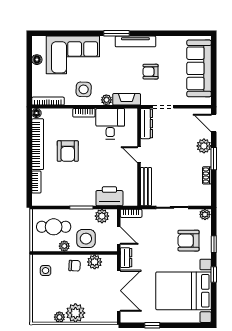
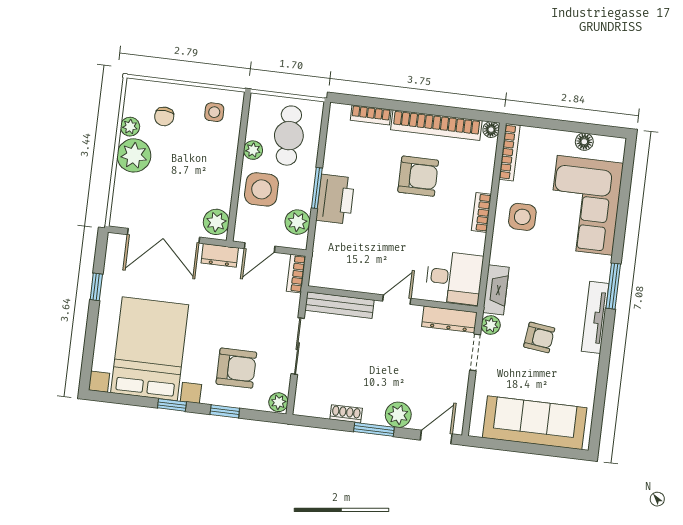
armchair: (151, 72) -> (539, 337), turned 97
plant: (106, 100) -> (491, 325), moved
desk: (110, 124) -> (454, 278), moved
armchair: (68, 151) -> (418, 176), turned 180
printer: (109, 196) -> (335, 199), moved
armchair: (189, 241) -> (236, 368), turned 90
plant: (95, 262) -> (216, 222), moved
chair: (75, 266) -> (164, 116), moved

